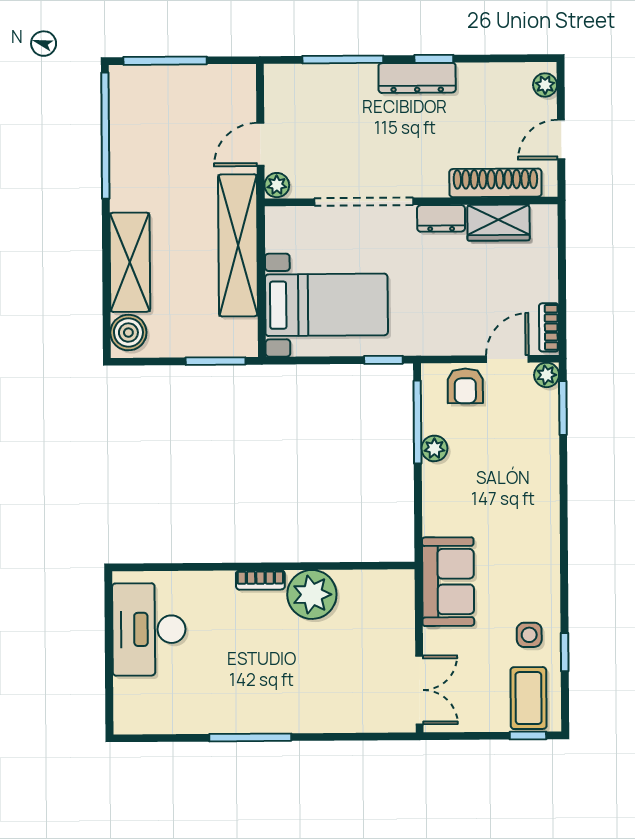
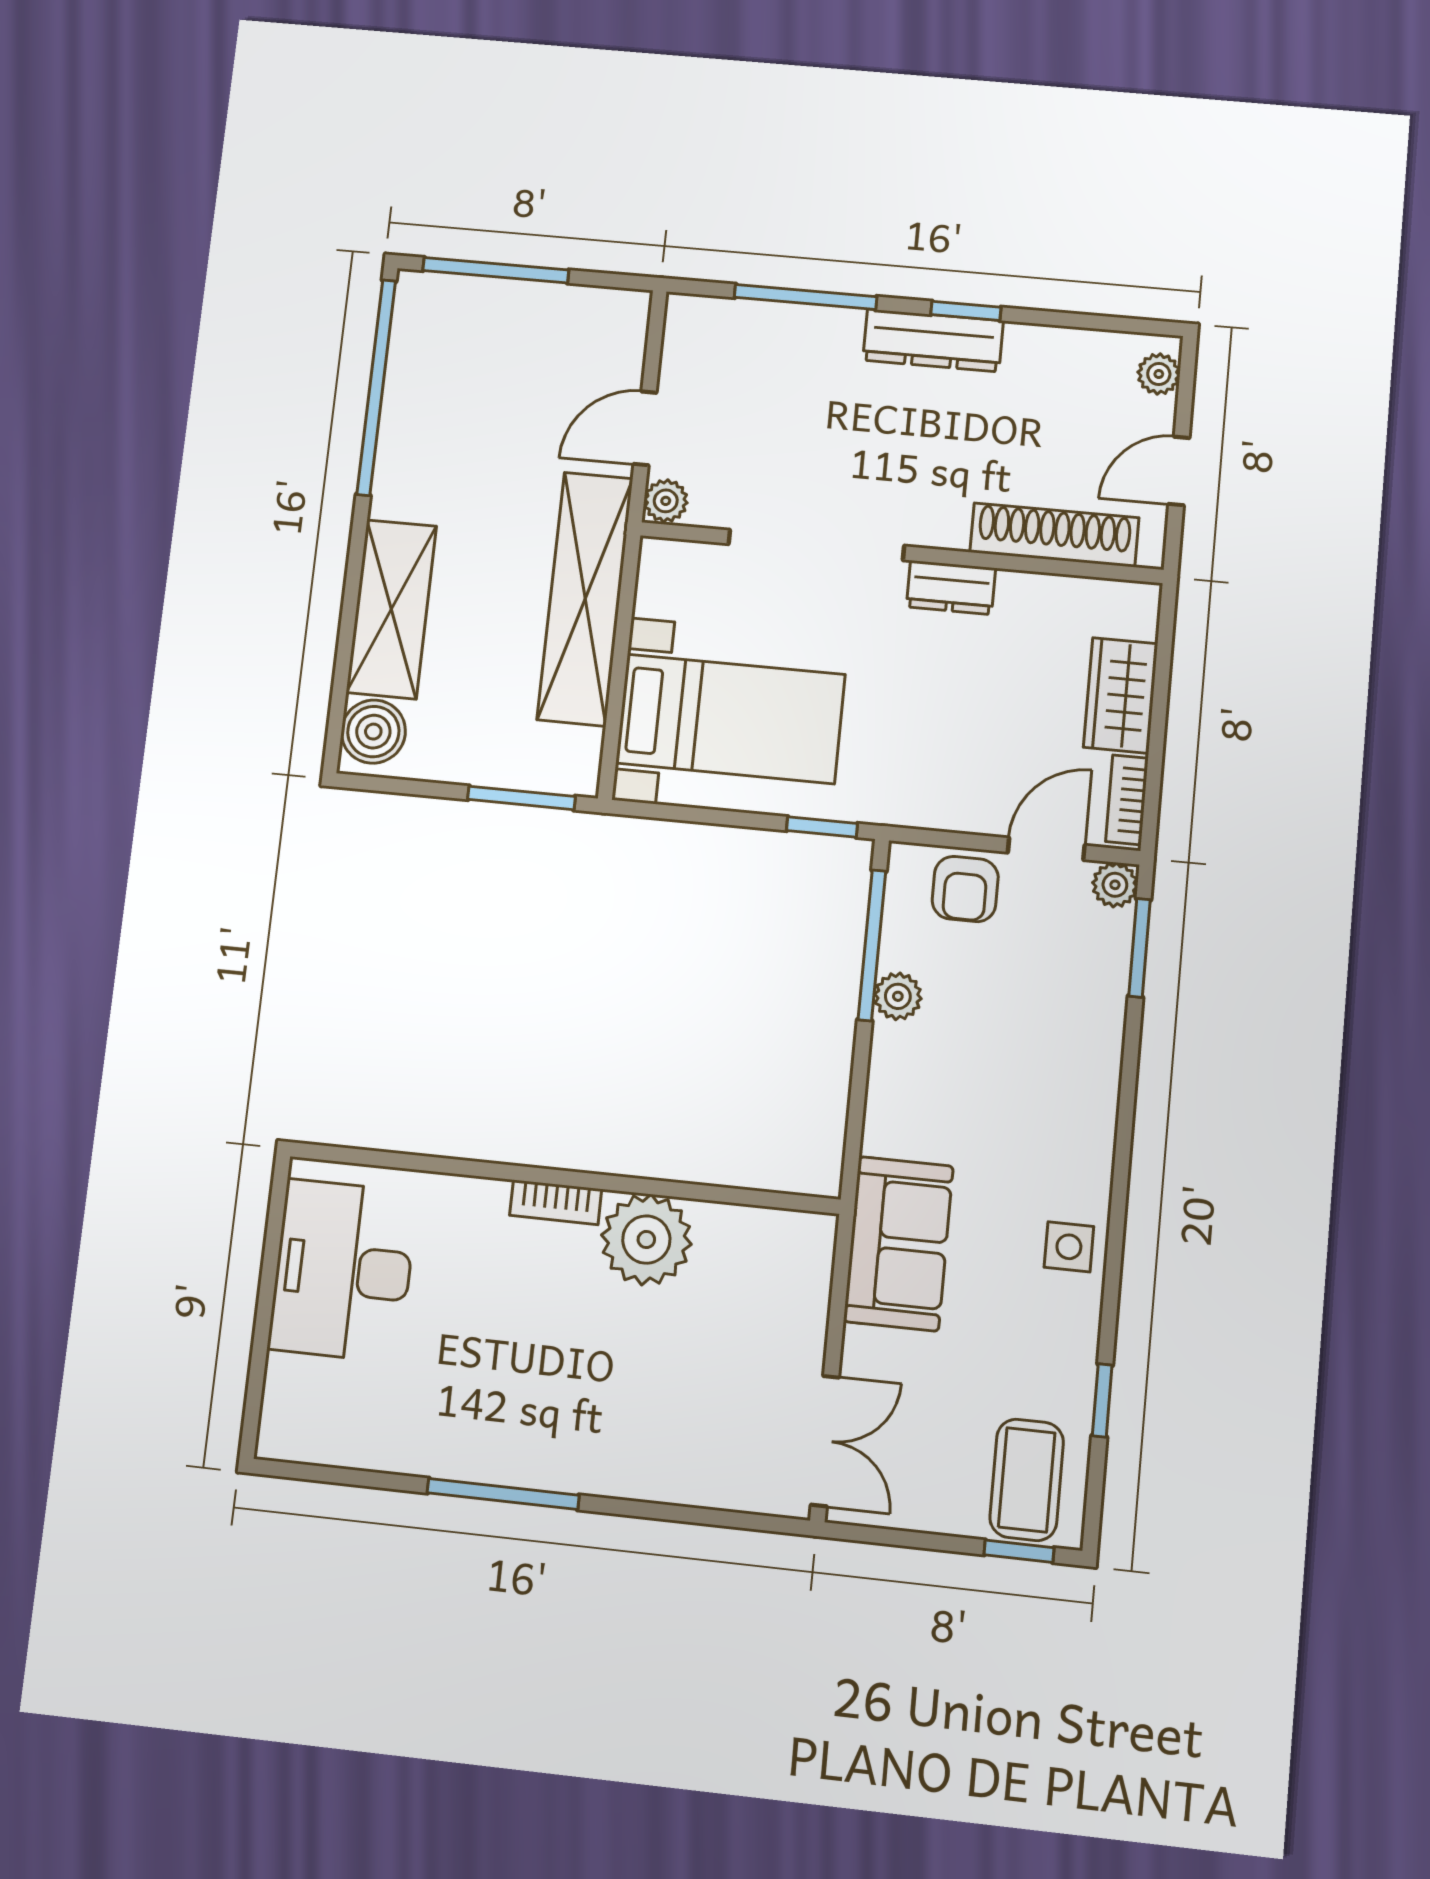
wardrobe: (498, 223) -> (1121, 695), moved, turned 90
side table: (529, 635) -> (1069, 1247), moved

